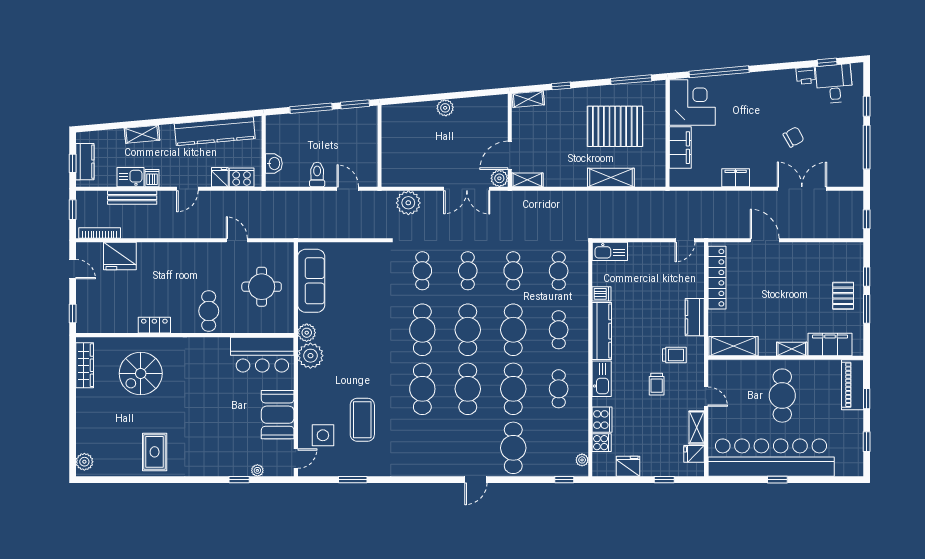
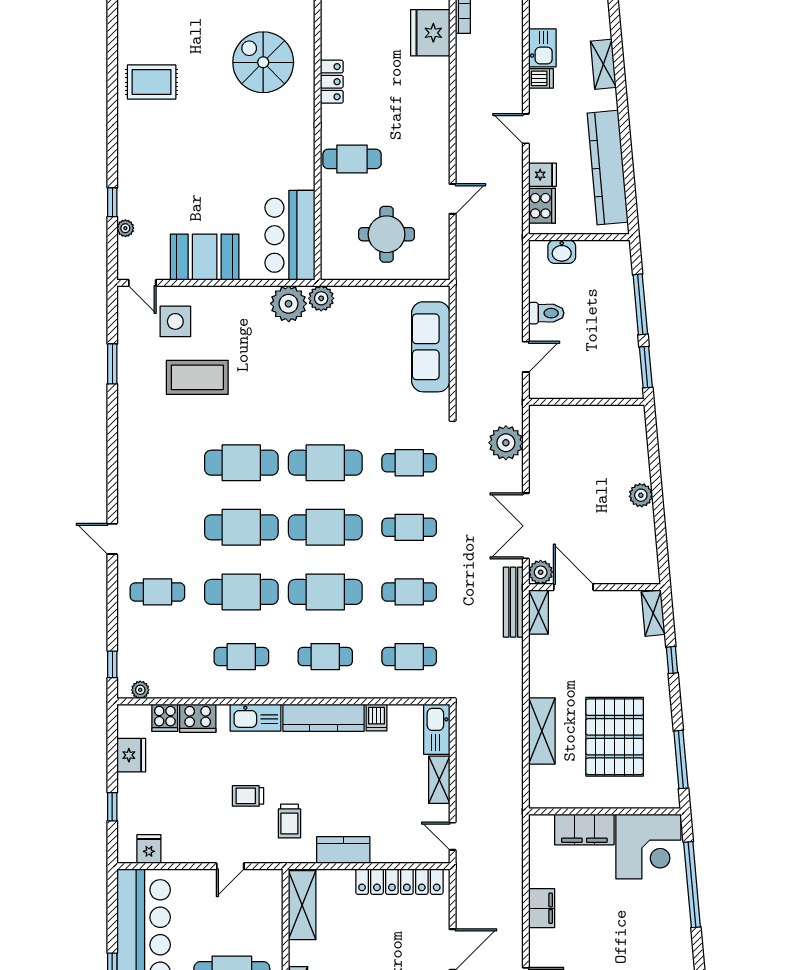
bench: (132, 198) -> (513, 602), moved
sofa: (311, 281) -> (431, 347), moved, turned 90
shelving: (697, 427) -> (439, 780), moved, turned 90
cafe table: (513, 448) -> (157, 592), width x0.73, depth x0.74

